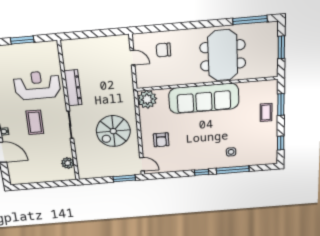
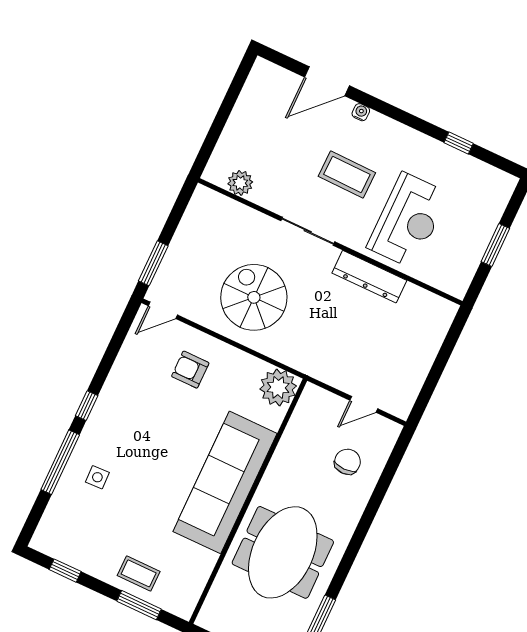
meeting table: (223, 55) -> (283, 552), turned 90

